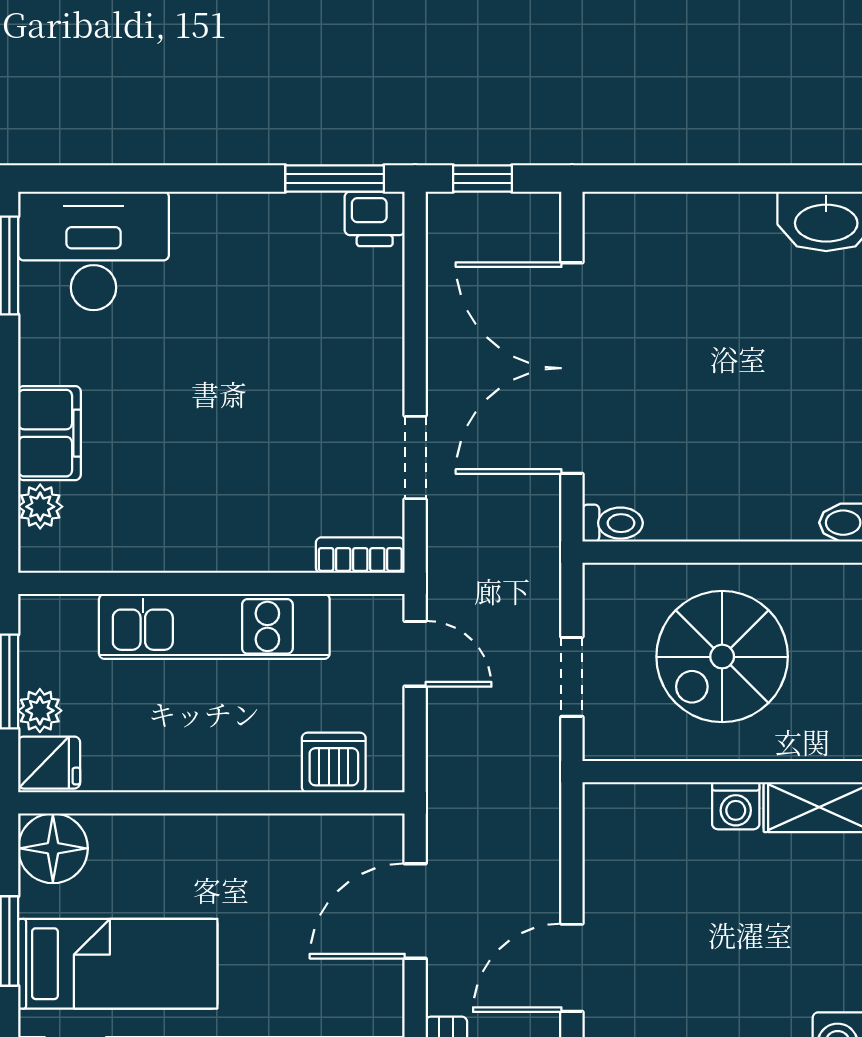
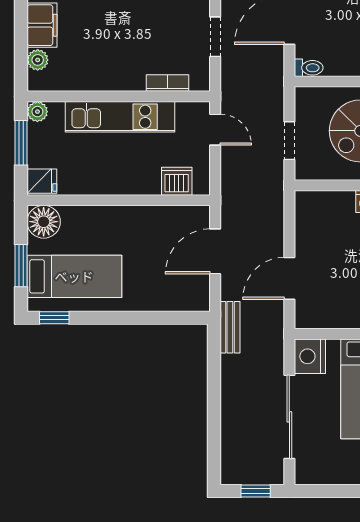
bookcase: (360, 555) -> (168, 83), moved
plant: (40, 711) -> (37, 112), moved

